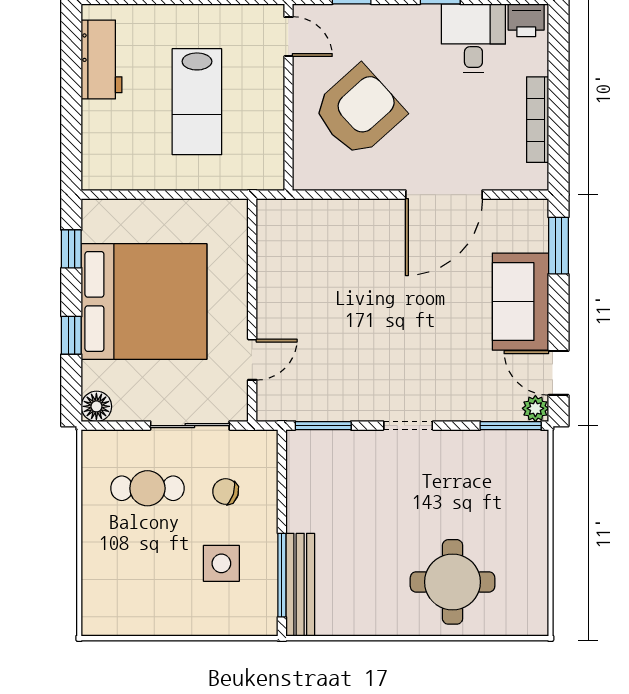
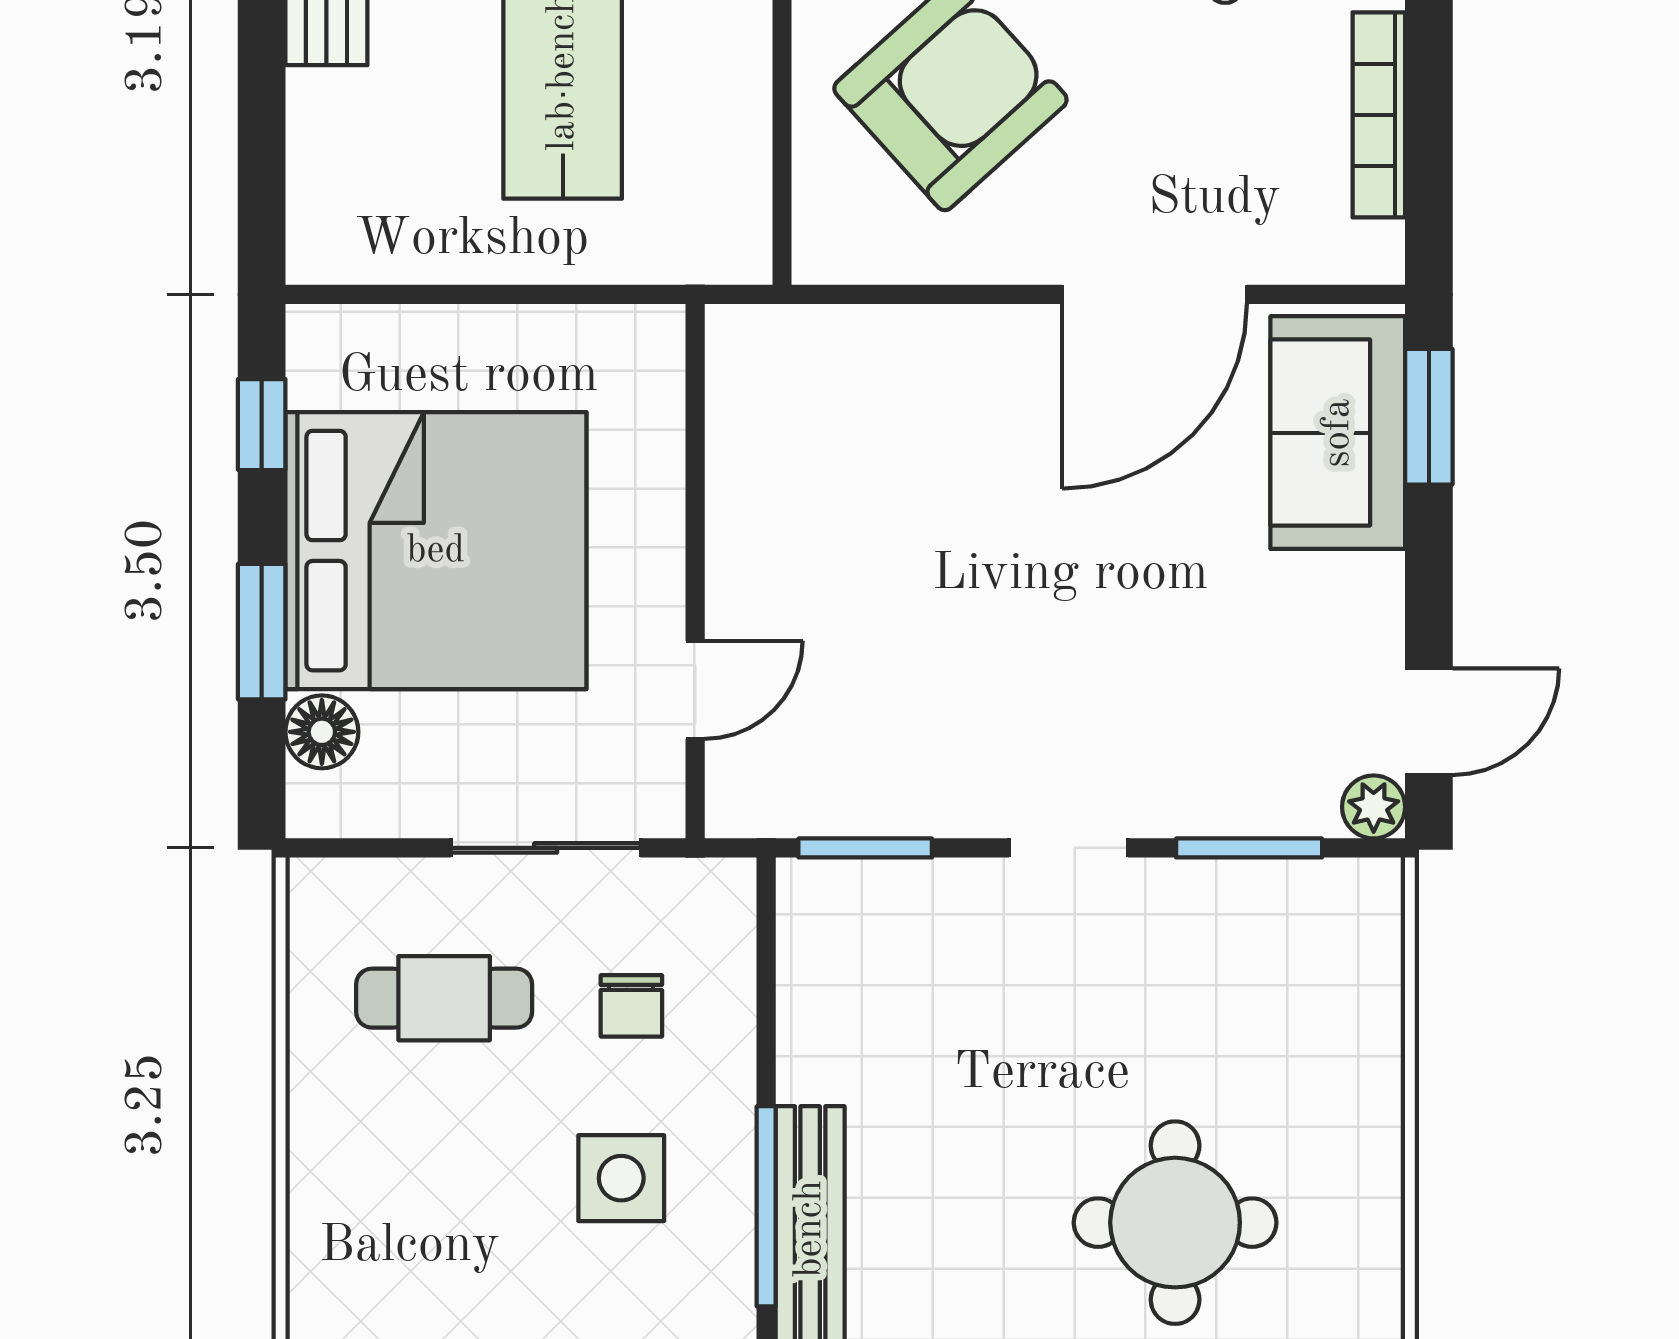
sofa: (520, 302) -> (1338, 433), moved
window: (71, 335) -> (262, 632), width x1.50
door: (558, 373) -> (1429, 722), swing flipped
floor lamp: (96, 406) -> (322, 732), moved
window: (511, 426) -> (1249, 848), moved
chair: (226, 491) -> (631, 1006), turned -108

